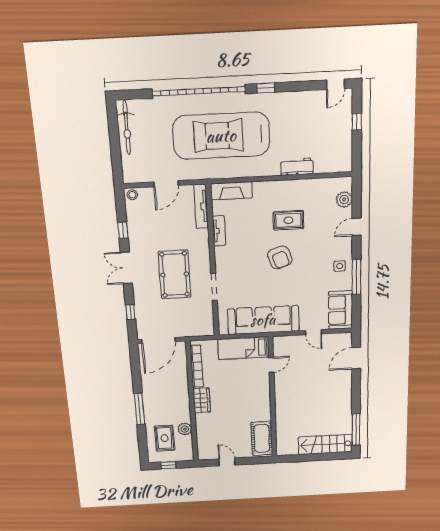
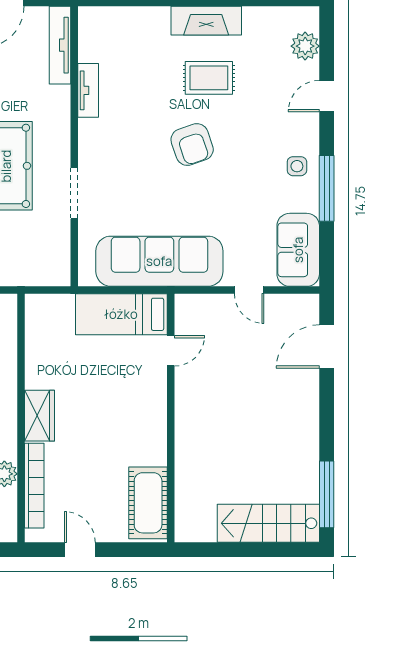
fireplace: (231, 191) -> (206, 21), moved
bookcase: (197, 366) -> (34, 486), moved

